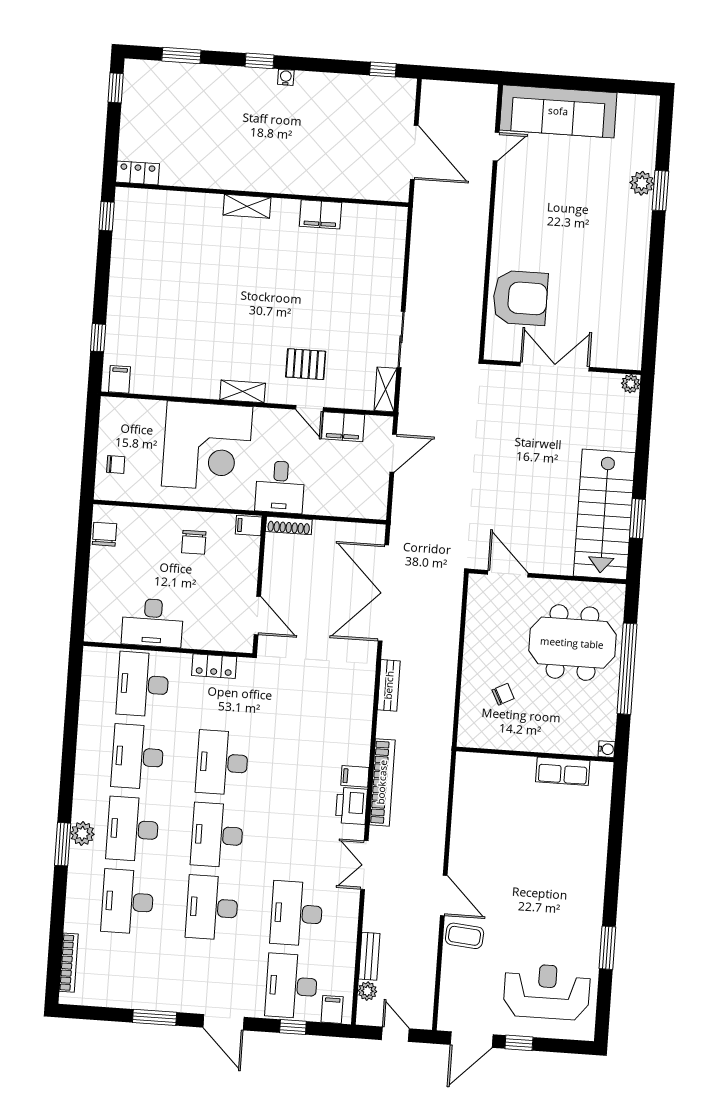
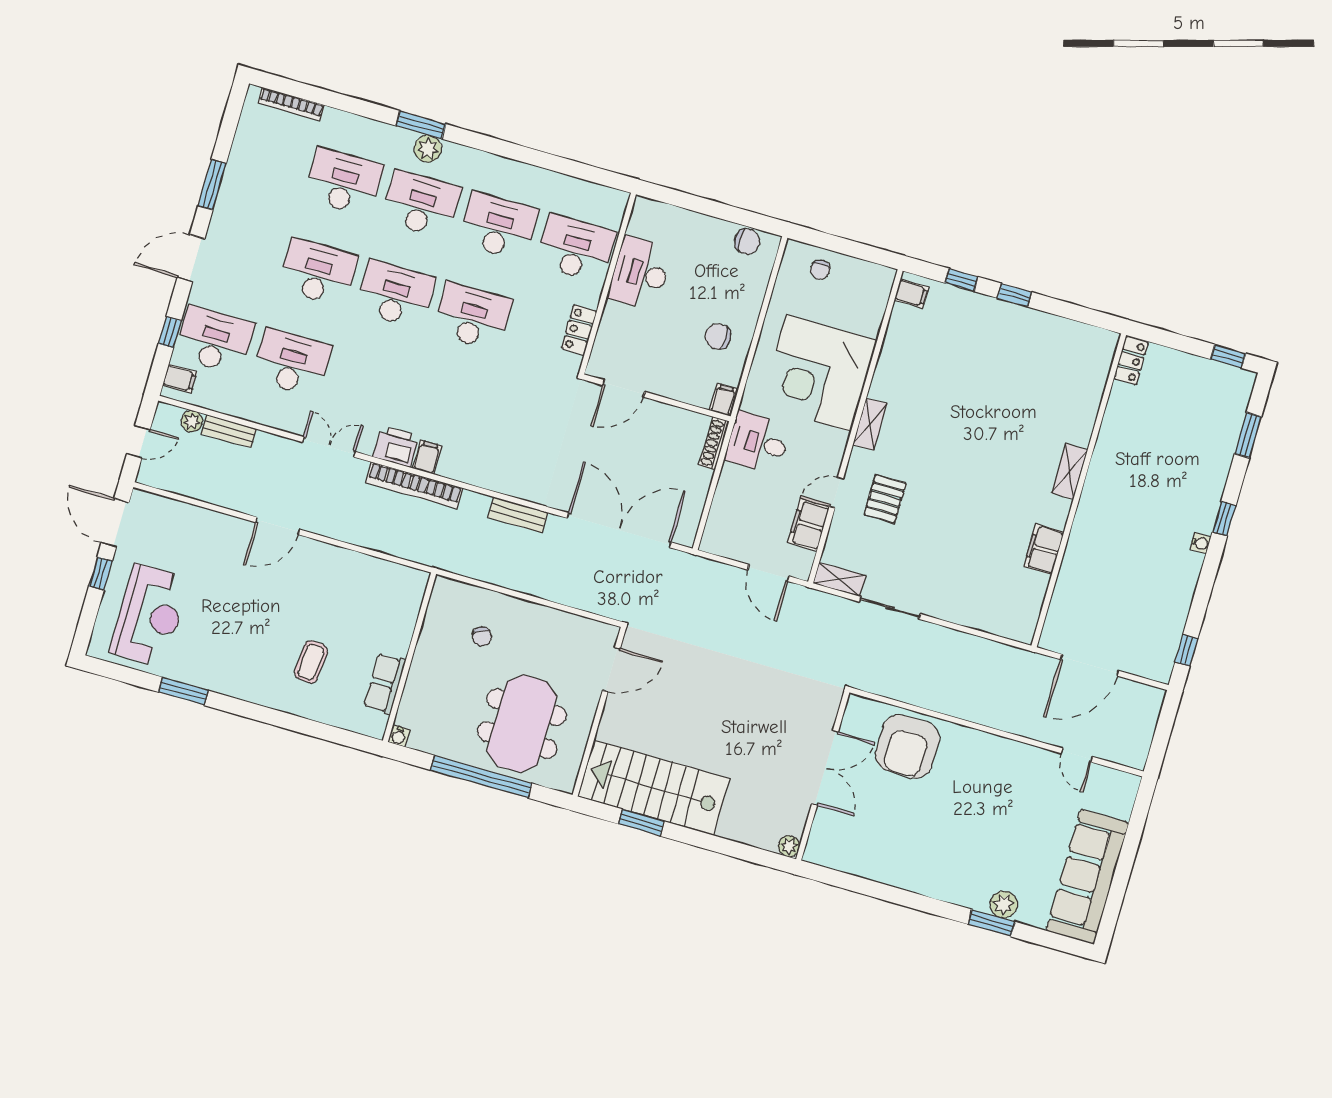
sofa: (558, 111) -> (1087, 877), moved
window: (107, 216) -> (1015, 295), moved
coffee table: (465, 936) -> (311, 662), moved

